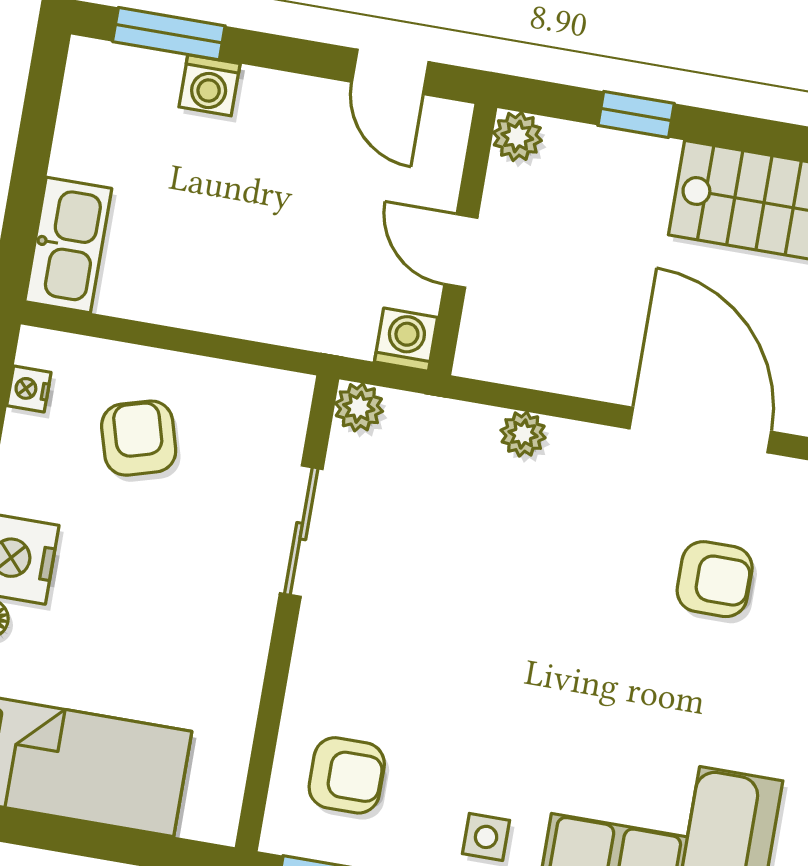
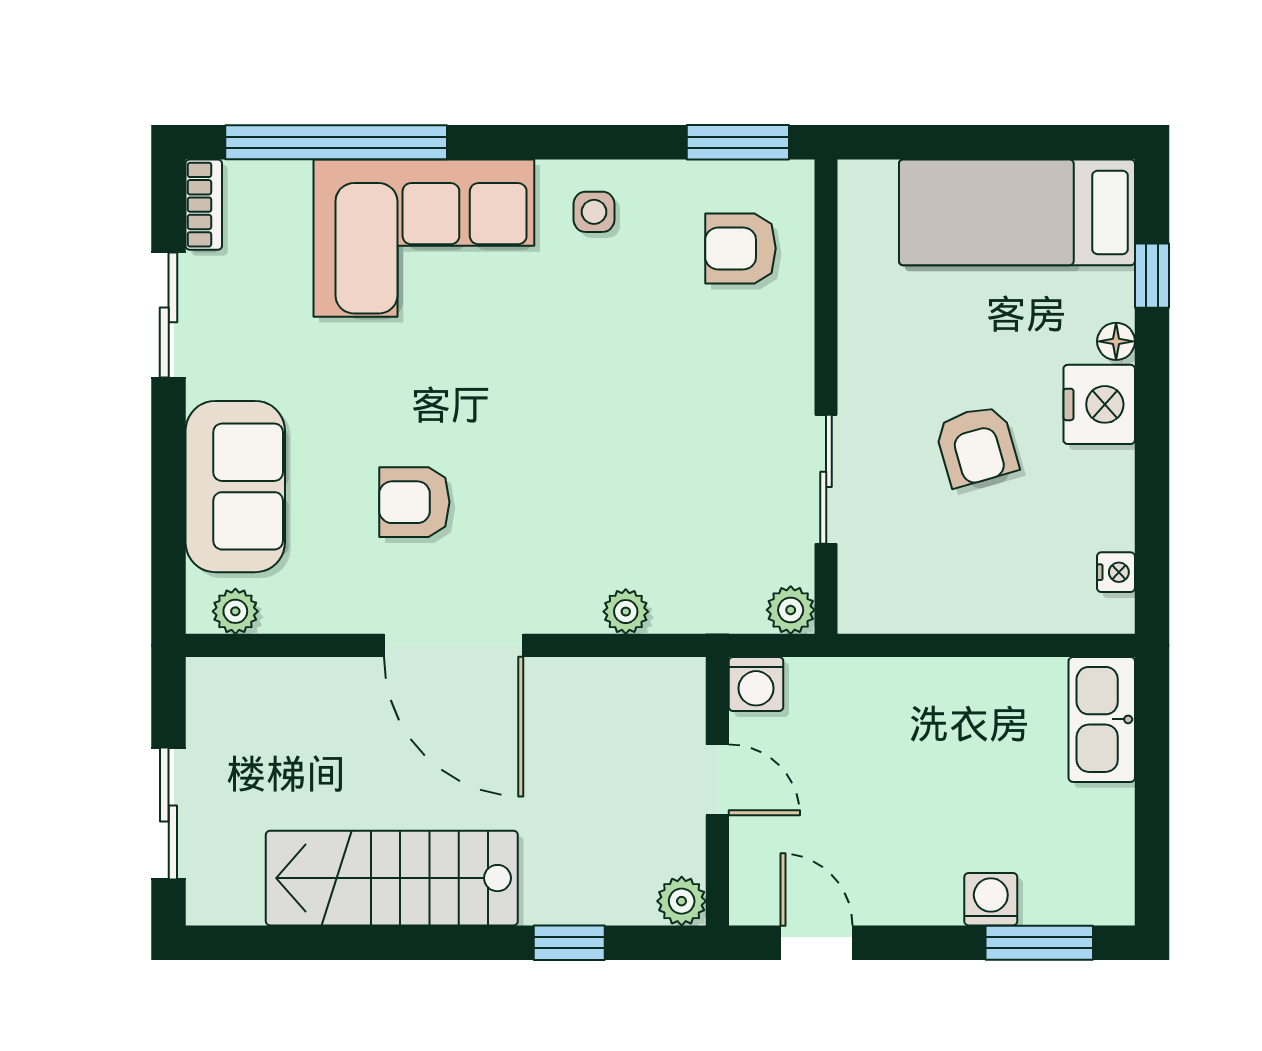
armchair: (139, 438) -> (977, 446), moved

